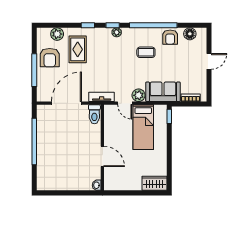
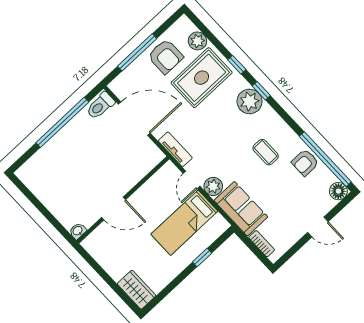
window: (153, 25) -> (325, 159), moved
plant: (117, 32) -> (250, 101), width x1.87, depth x1.87
floor lamp: (190, 34) -> (338, 191), moved
rug: (78, 49) -> (202, 78), width x1.36, depth x1.43
armchair: (50, 58) -> (165, 56), turned -90
toilet: (94, 114) -> (100, 106), moved
window: (169, 116) -> (202, 258), moved
door: (102, 156) -> (114, 209), hinge flipped

